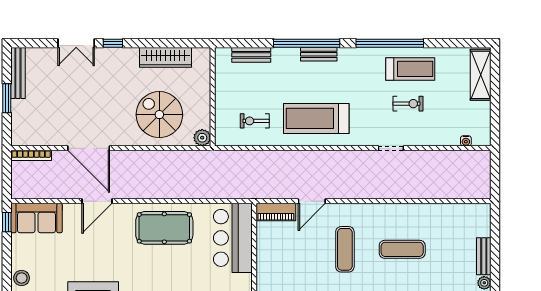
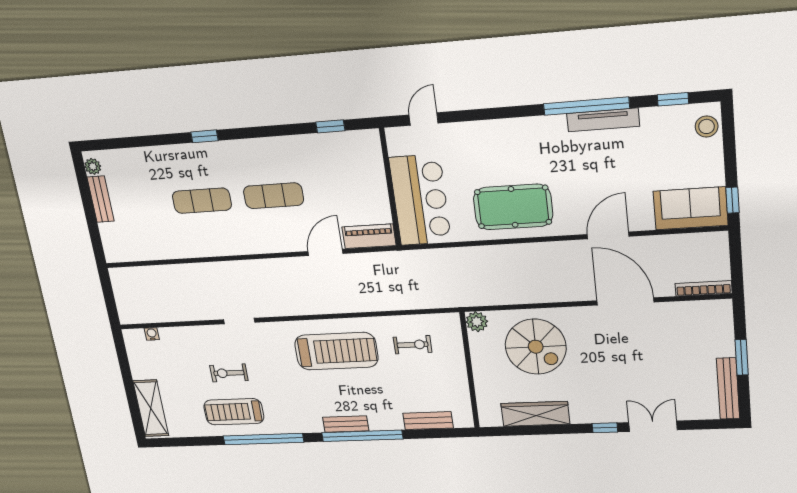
exercise mat: (345, 249) -> (273, 196), turned 90

